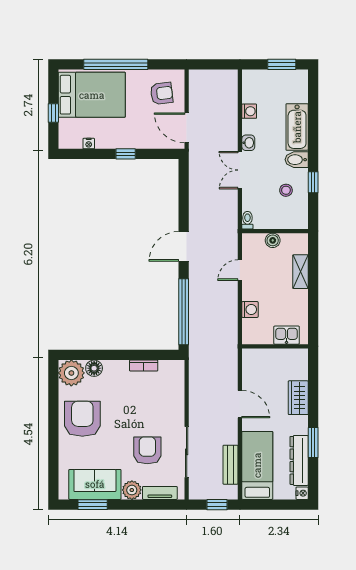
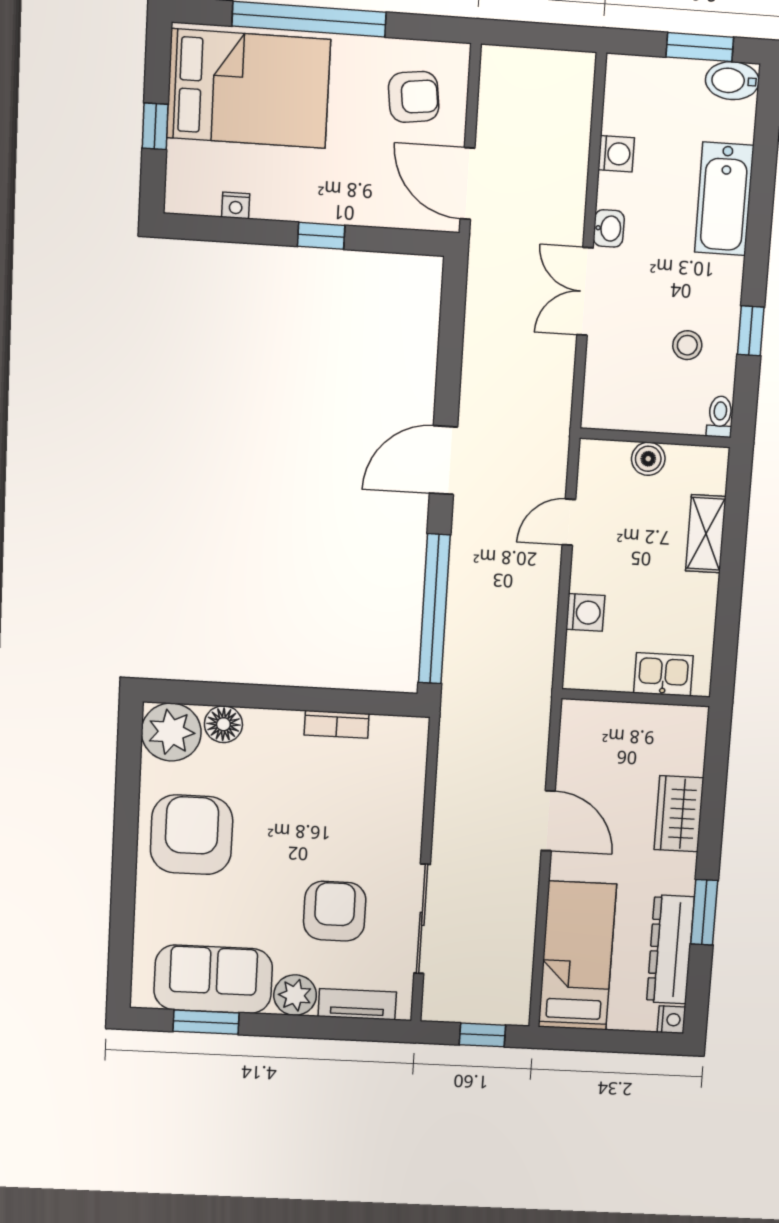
bidet: (297, 160) -> (732, 81), moved
toilet: (247, 220) -> (720, 417), moved
bench: (231, 465) -> (518, 951), removed

